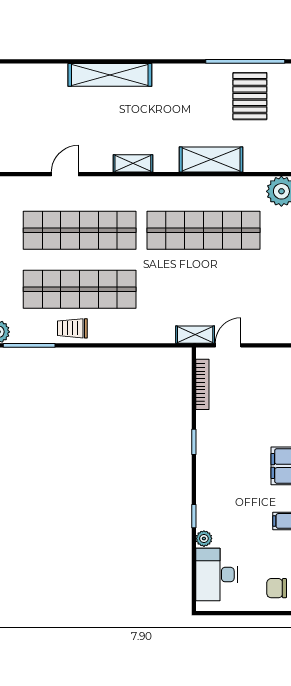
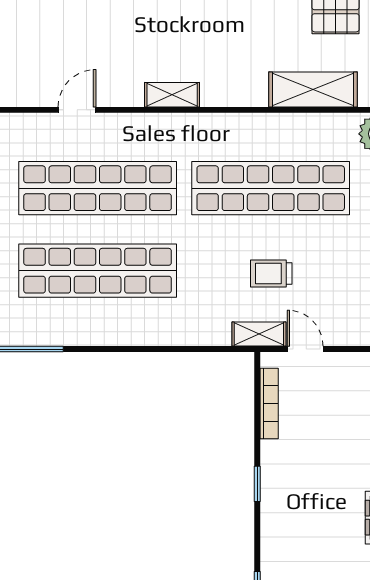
shelving: (211, 160) -> (313, 89), moved
trolley: (72, 328) -> (271, 274), moved
door: (228, 345) -> (305, 349), hinge flipped

